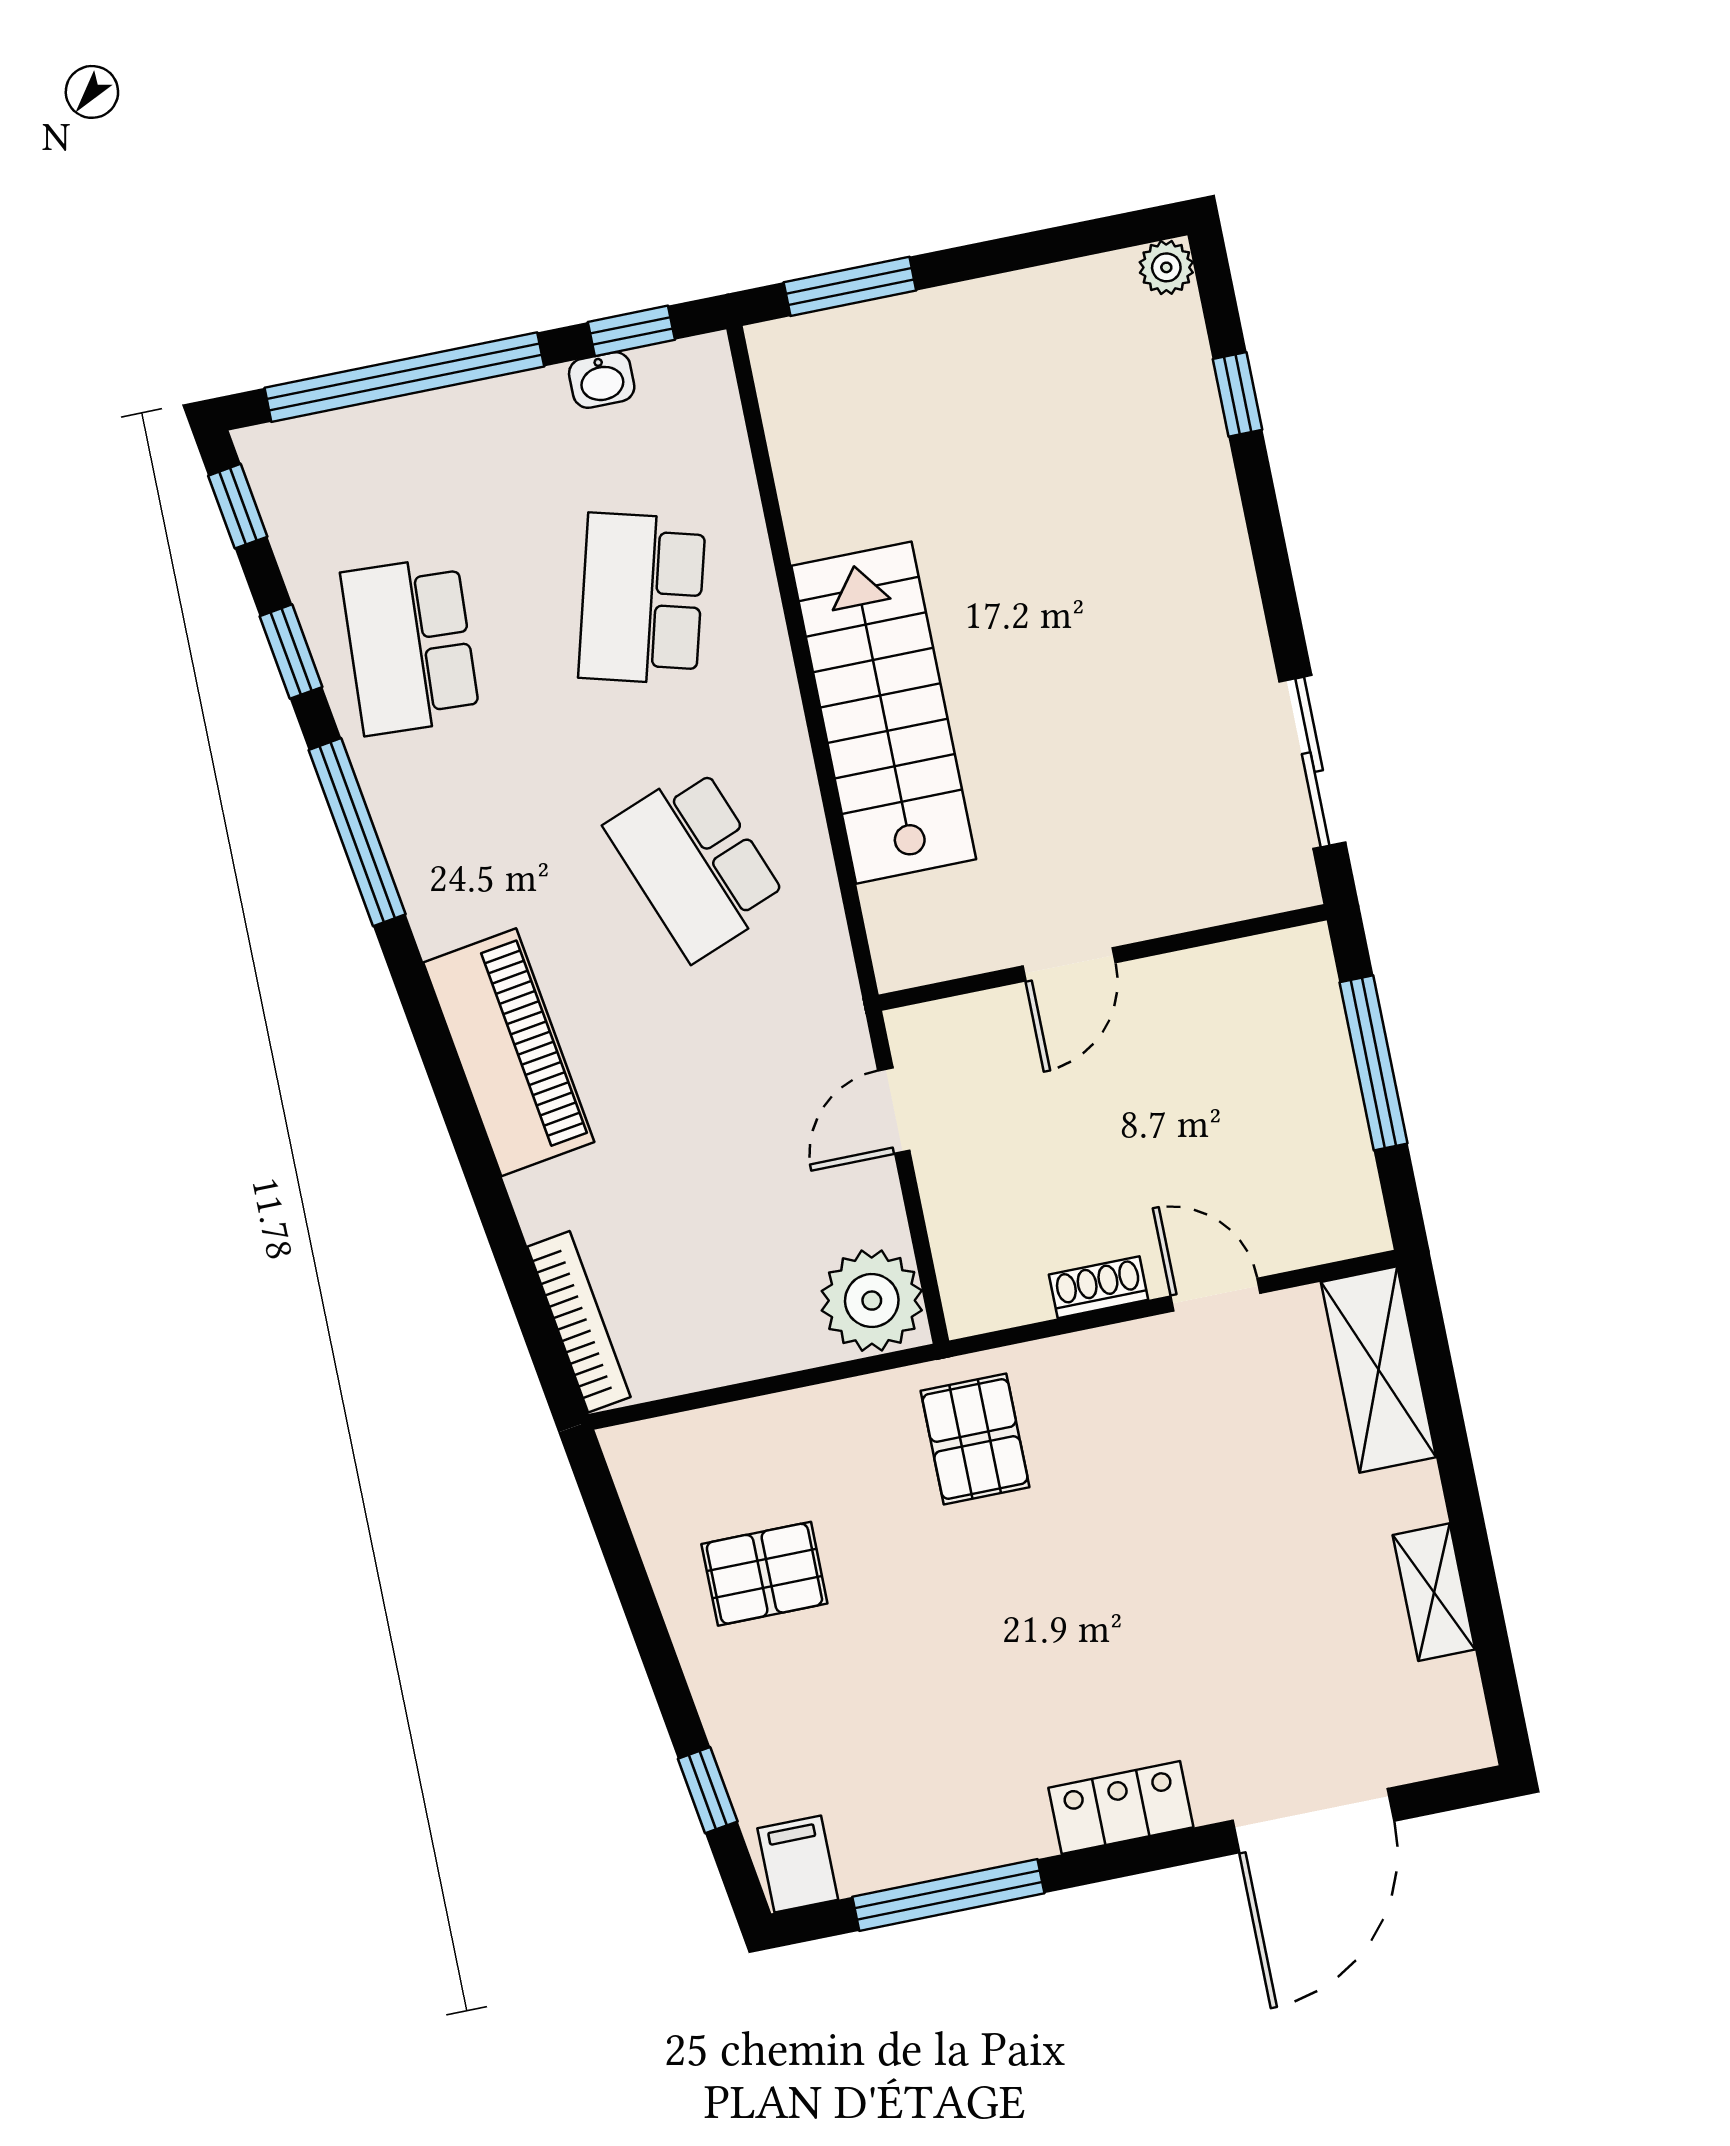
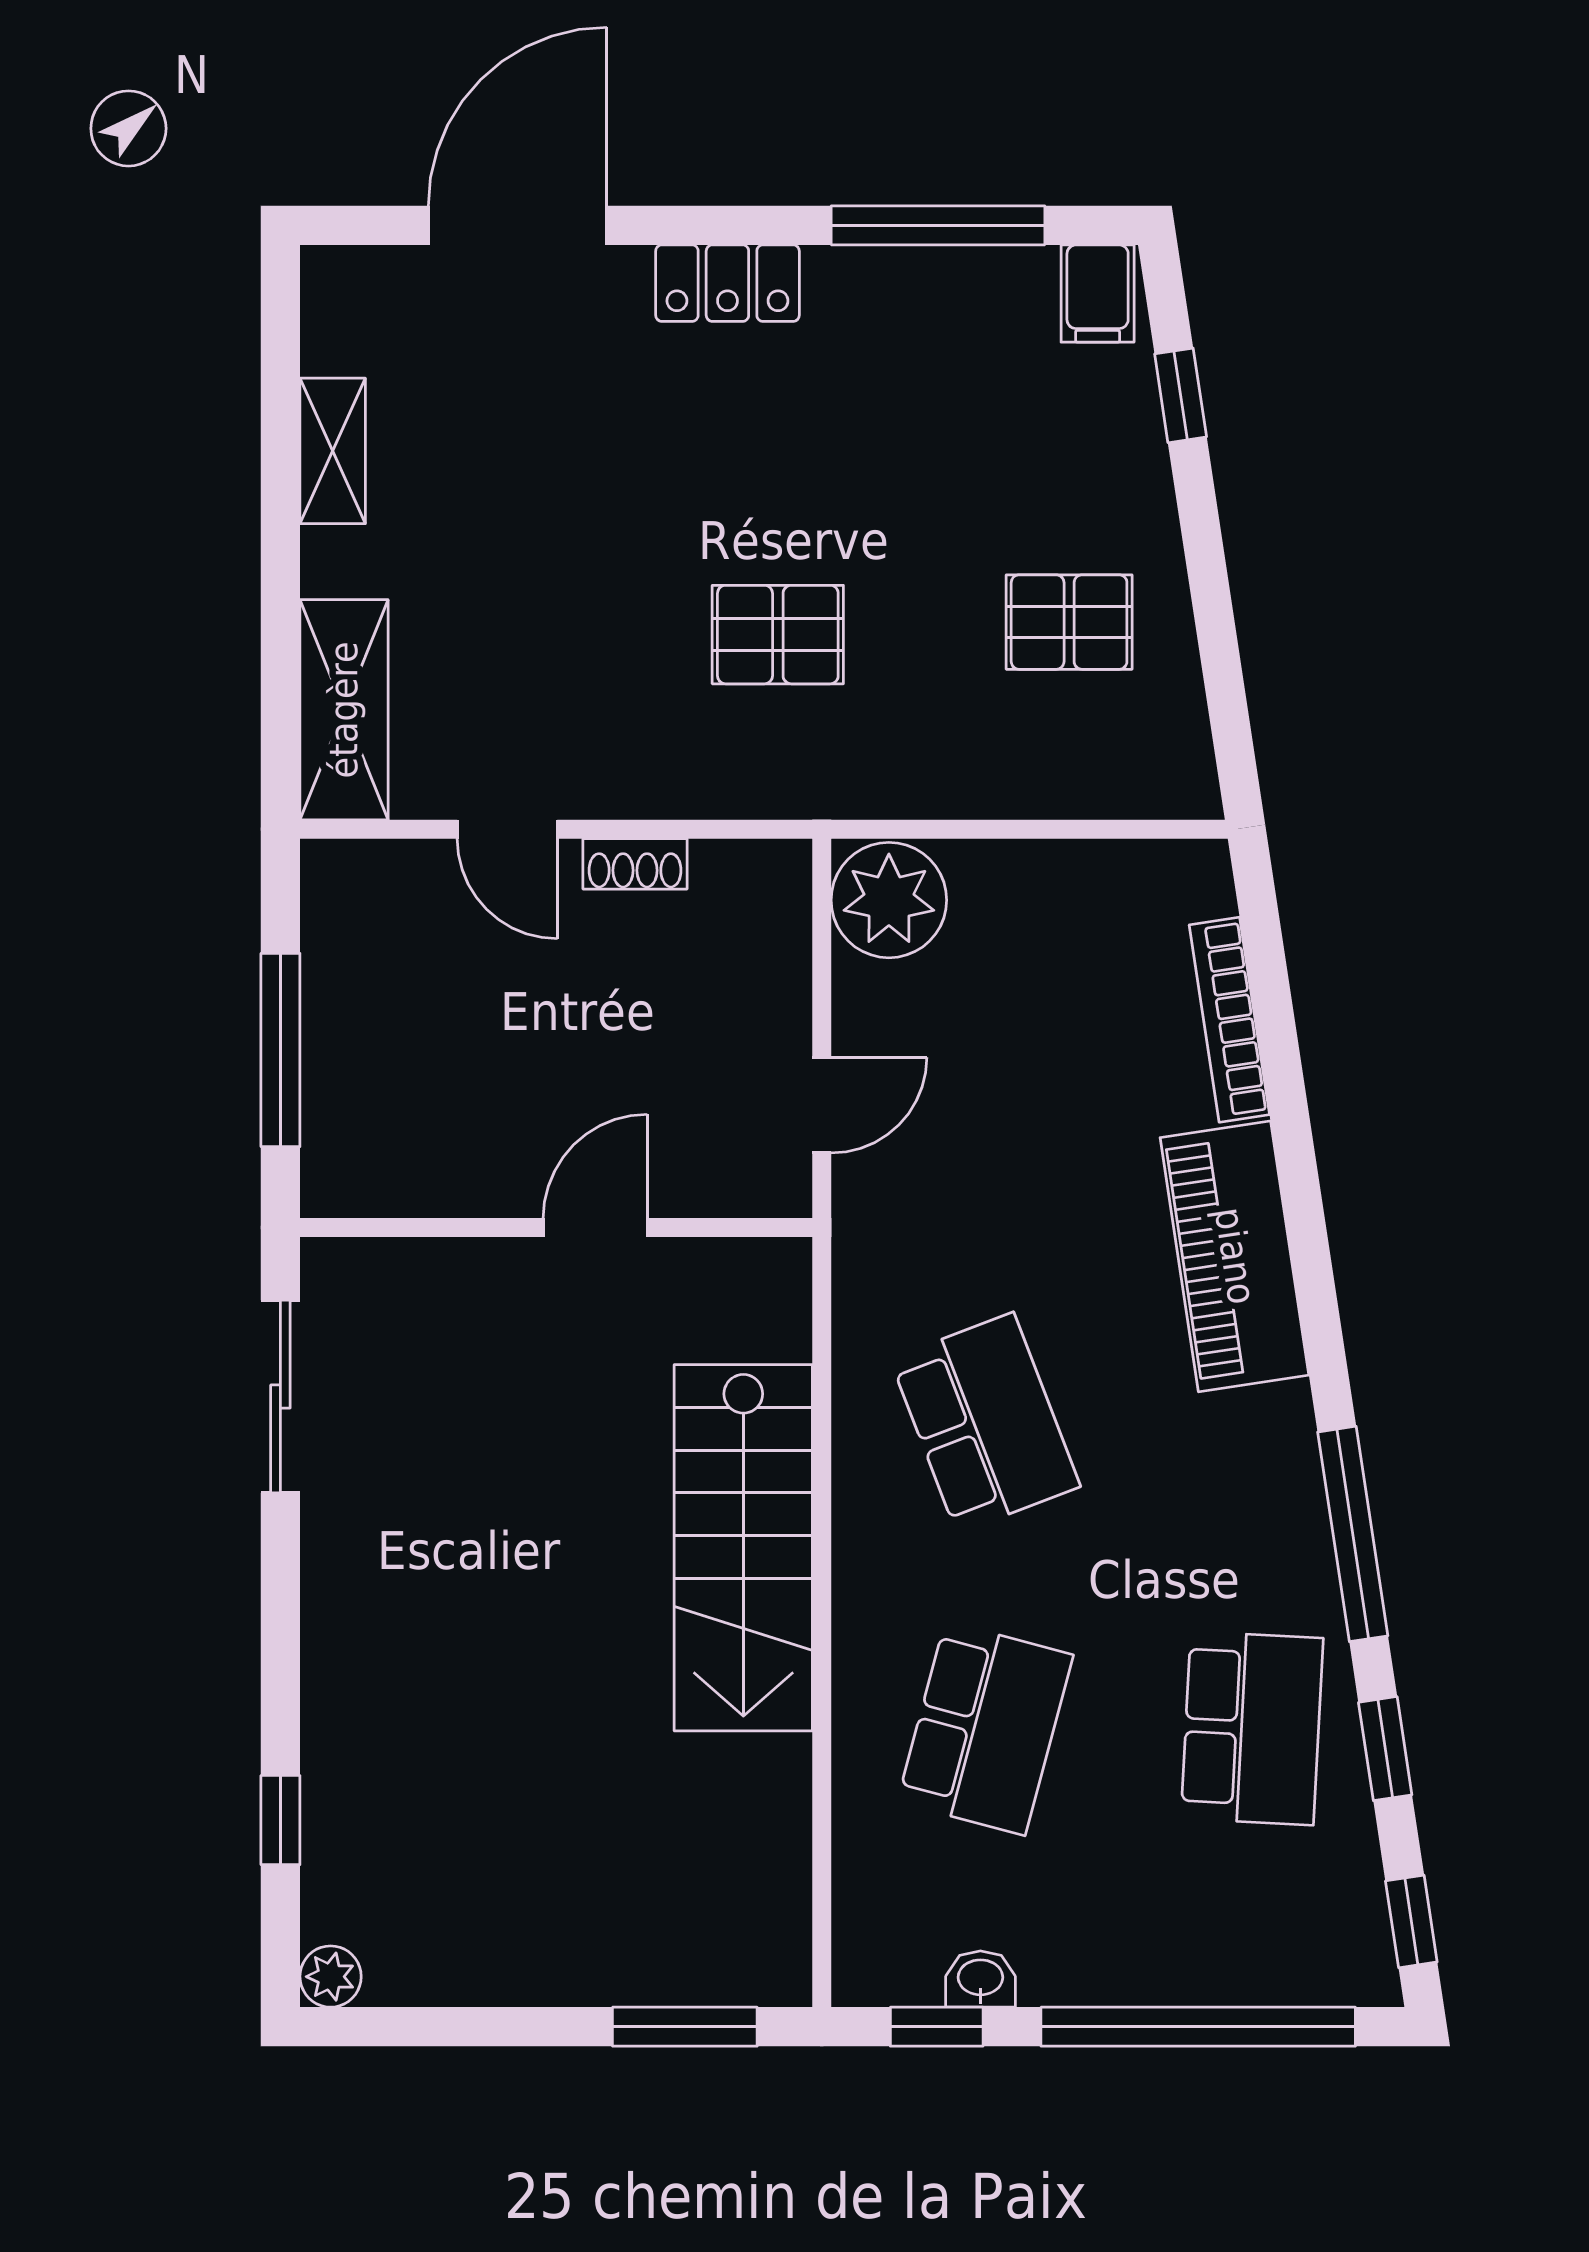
bookcase: (579, 1322) -> (1229, 1020), moved
pallet: (975, 1439) -> (778, 635), moved, turned 90

